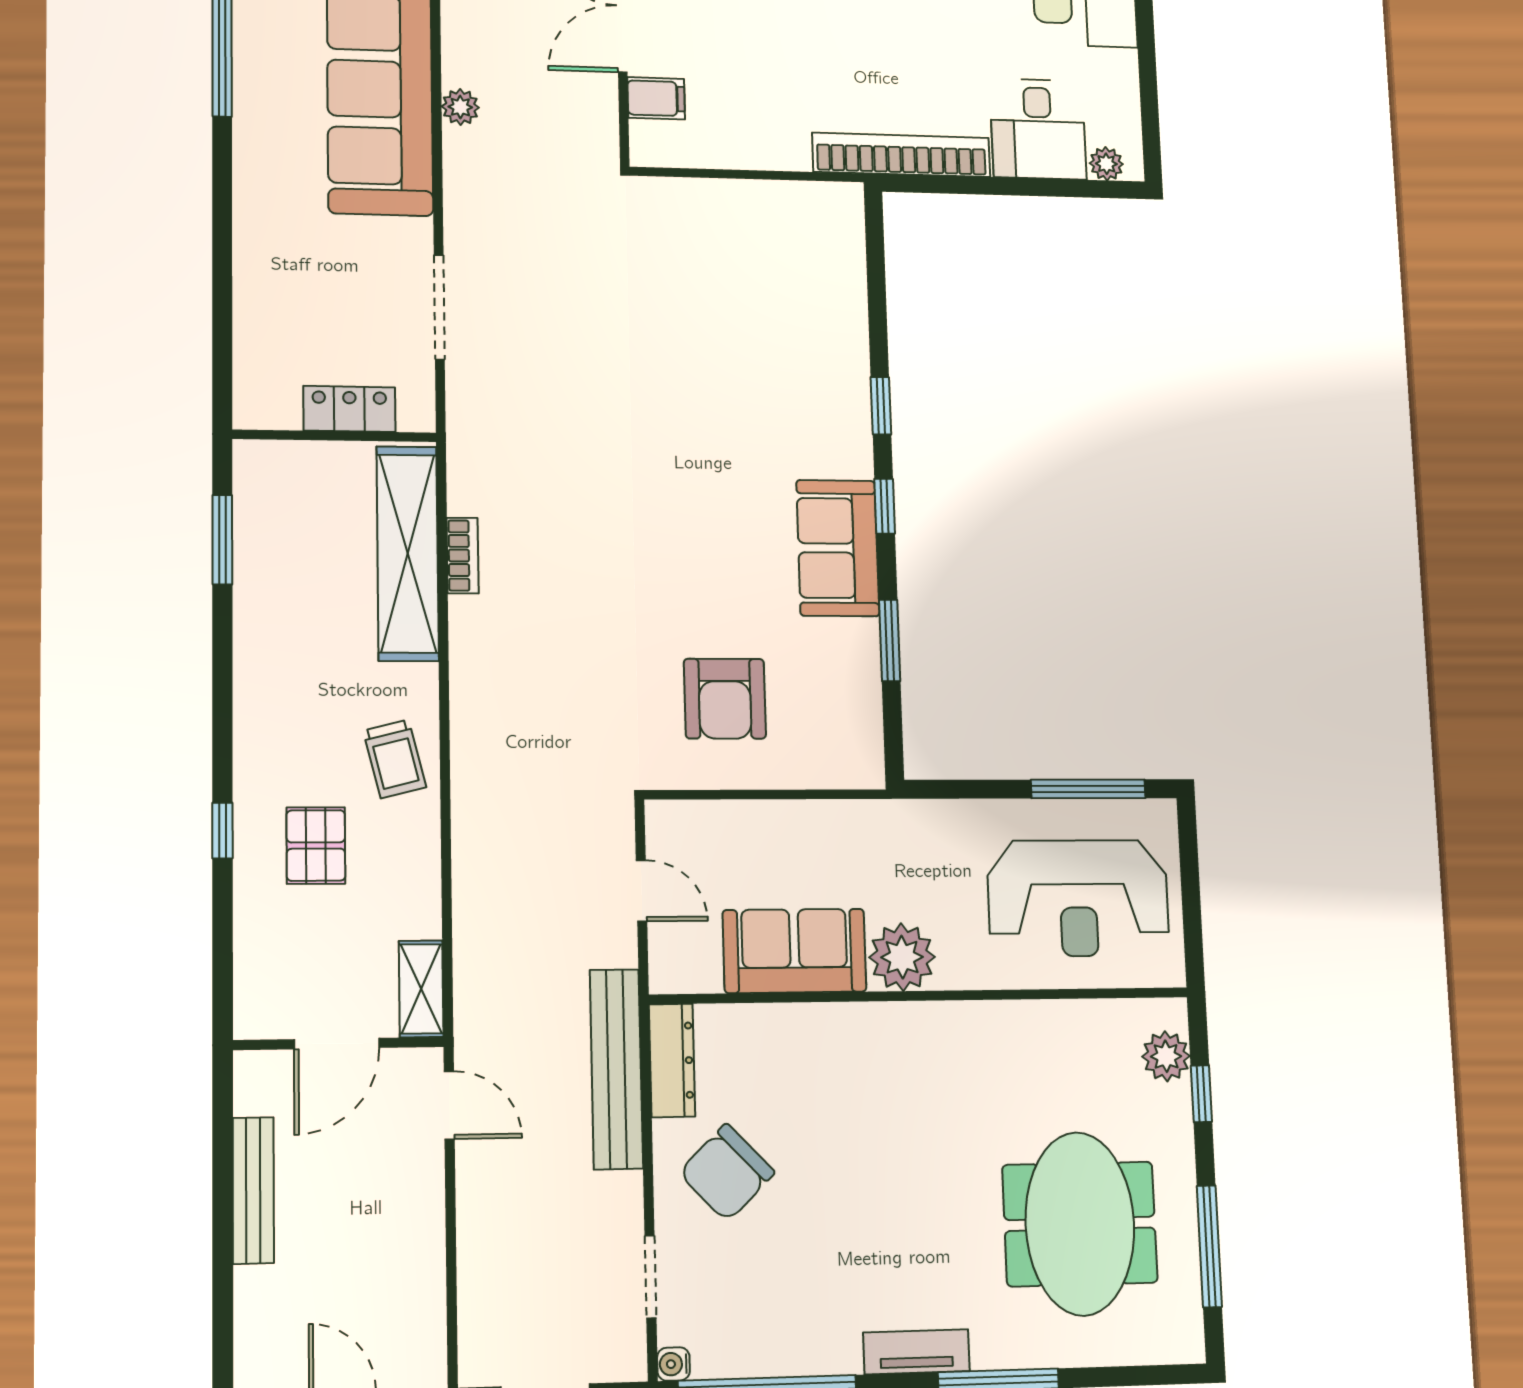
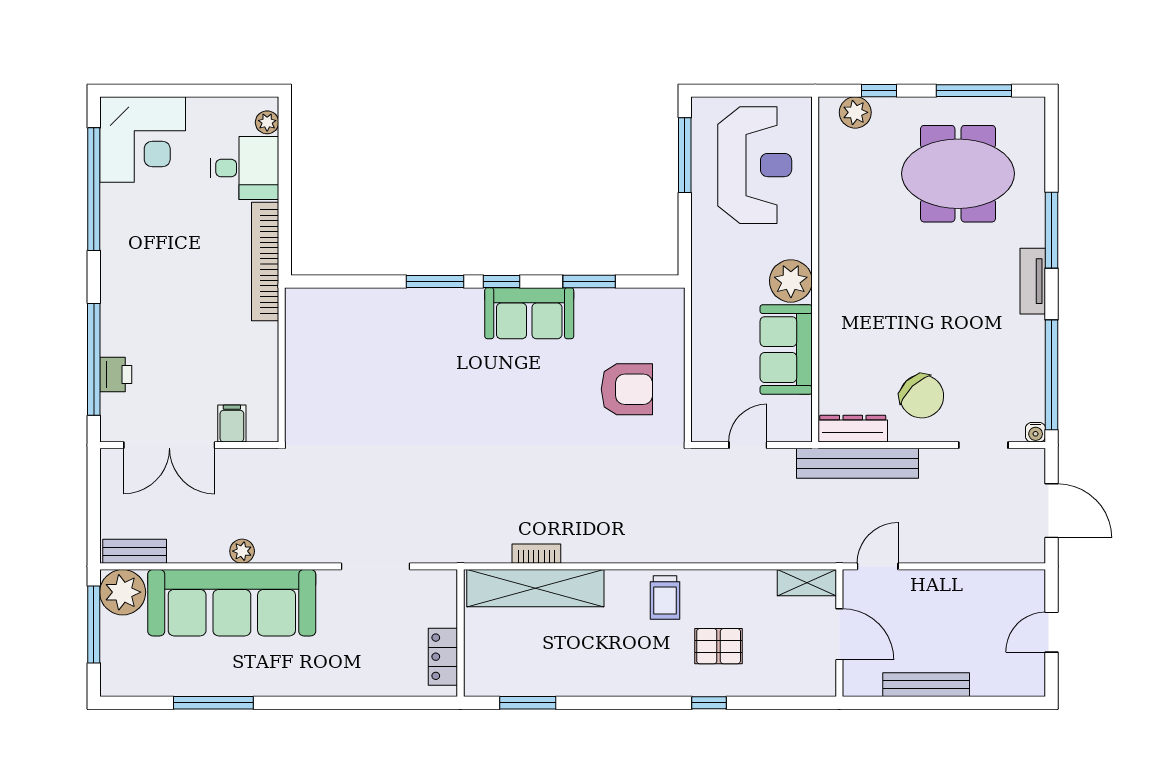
window: (881, 406) -> (435, 282), width x1.50
locker: (349, 409) -> (443, 657), moved
trolley: (395, 759) -> (665, 597), turned 104

